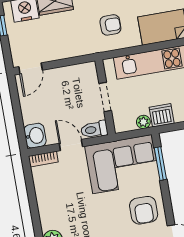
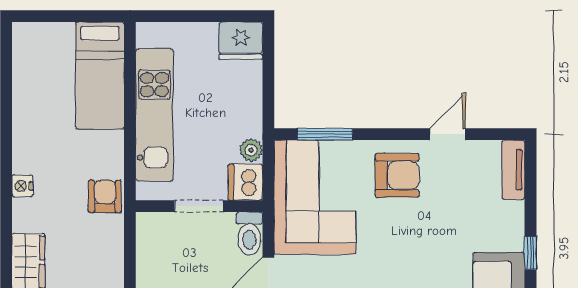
armchair: (110, 25) -> (105, 196), moved
dishwasher: (162, 115) -> (245, 182), moved

